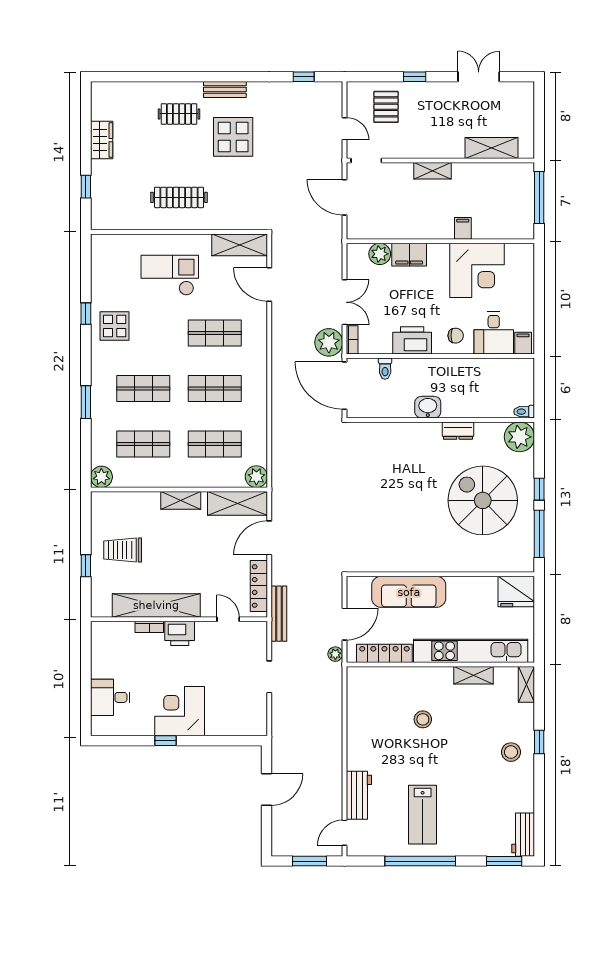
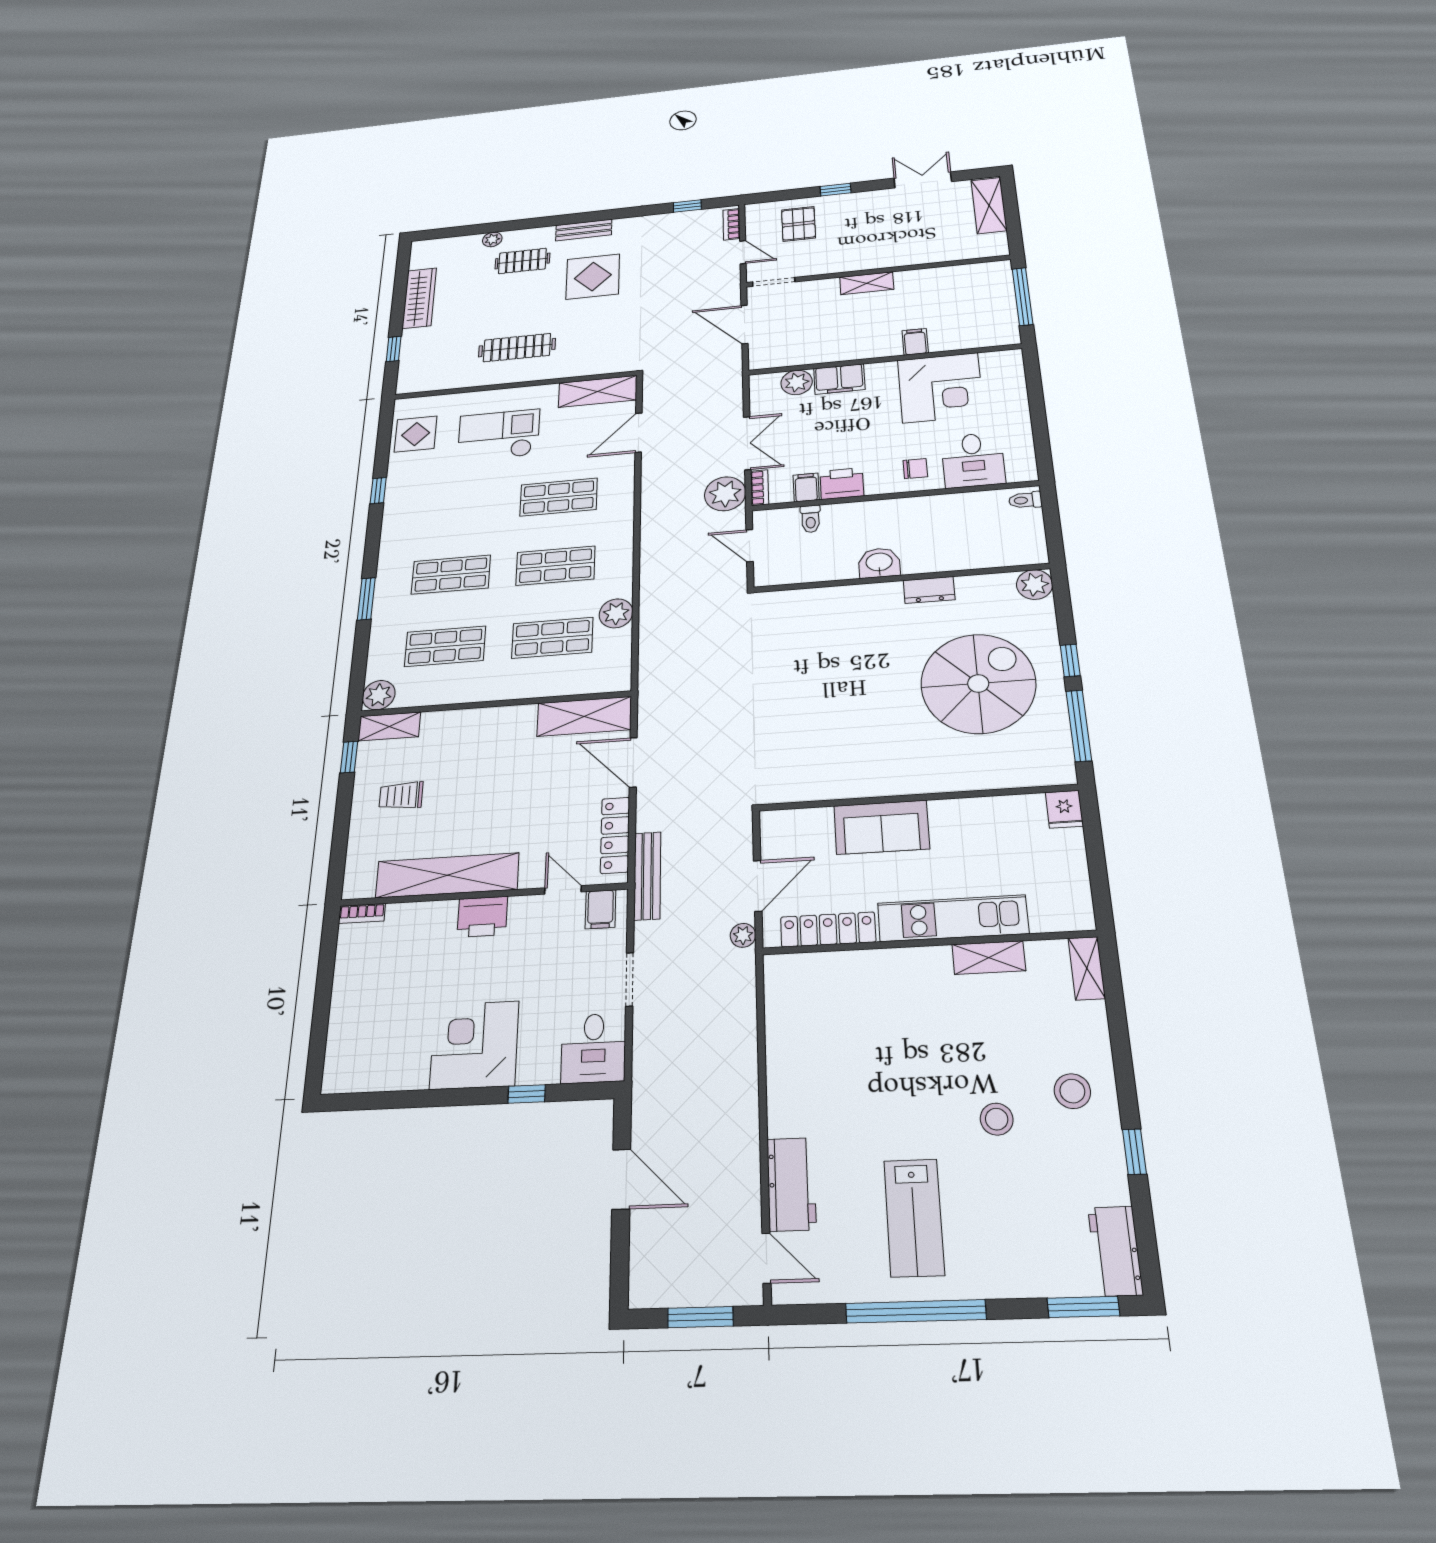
plant: (154, 89) -> (492, 239), added
bookcase: (337, 100) -> (732, 224), added
wardrobe: (102, 140) -> (419, 298), width x1.50
shelving: (491, 148) -> (989, 205), moved, turned 90
door: (269, 284) -> (639, 433), hinge flipped
display table: (115, 326) -> (416, 434), moved
printer: (412, 340) -> (842, 484), width x0.73, depth x0.84
filing cabinet: (523, 343) -> (806, 487), moved
door: (345, 386) -> (750, 546), width x0.53
toilet: (524, 412) -> (1025, 500), moved
plant: (519, 437) -> (1034, 585), width x0.73, depth x0.73
plant: (256, 477) -> (616, 613), moved
shelving: (181, 500) -> (389, 726), moved
spiral stairs: (483, 500) -> (978, 683), turned 90
door: (269, 538) -> (633, 762), hinge flipped
trolley: (123, 550) -> (401, 796), width x0.73, depth x0.72
window: (86, 566) -> (349, 757), moved
sofa: (409, 592) -> (881, 827), width x0.73
fridge: (516, 592) -> (1064, 809), width x0.53, depth x0.75
bookcase: (149, 627) -> (362, 914), moved
filing cabinet: (251, 633) -> (600, 909), added
kitchen unit: (471, 651) -> (953, 918), width x0.73
desk: (110, 697) -> (593, 1048), moved, turned -90
stool: (423, 719) -> (997, 1119), moved
window: (165, 741) -> (527, 1094), moved
window: (539, 742) -> (1134, 1152), moved
door: (266, 789) -> (621, 1179), hinge flipped
door: (345, 833) -> (766, 1258), swing flipped

